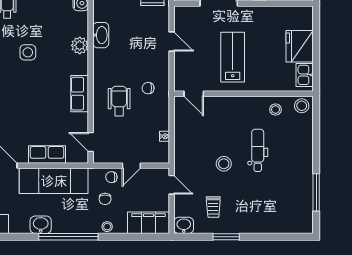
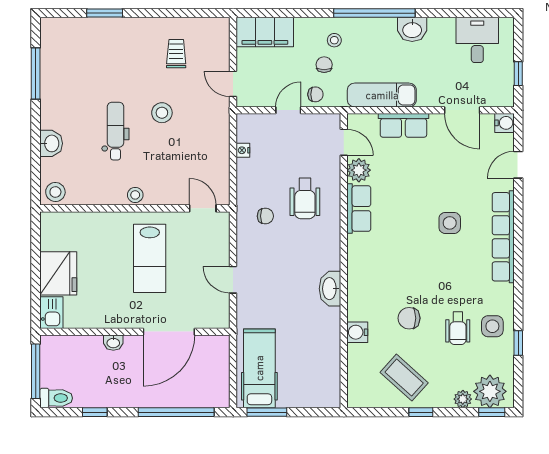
chair: (43, 13) -> (409, 318), added
plant: (80, 45) -> (359, 170), moved
side table: (28, 52) -> (450, 223), moved
kitchen sink: (305, 75) -> (51, 313), moved
stool: (276, 109) -> (135, 195), moved
dental chair: (258, 150) -> (115, 131), turned 180
exam couch: (54, 181) -> (382, 95), width x0.73, depth x0.69
washbasin: (184, 225) -> (51, 143), moved, turned -90
stool: (107, 227) -> (334, 40), moved
window: (226, 237) -> (105, 13), moved

